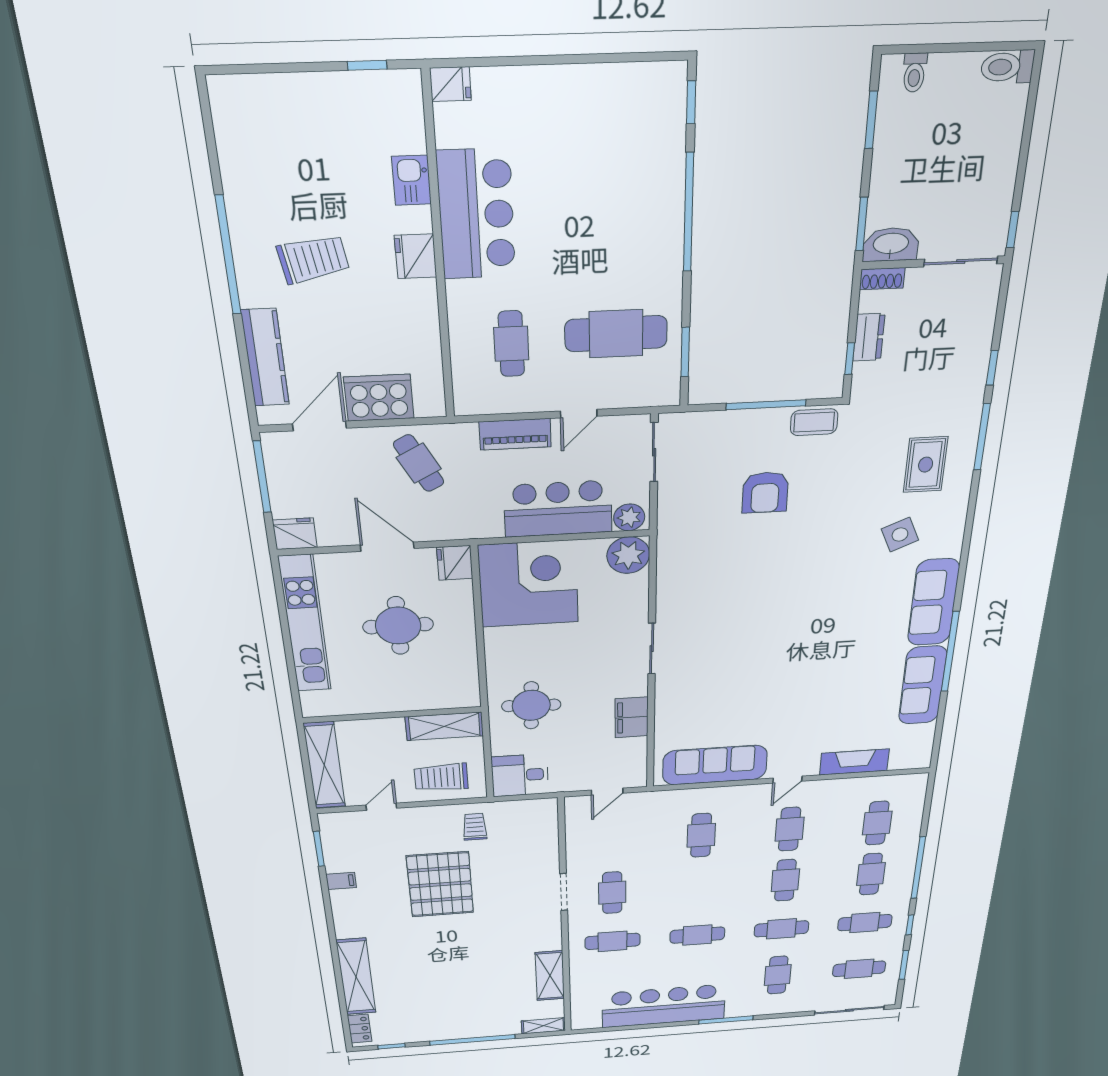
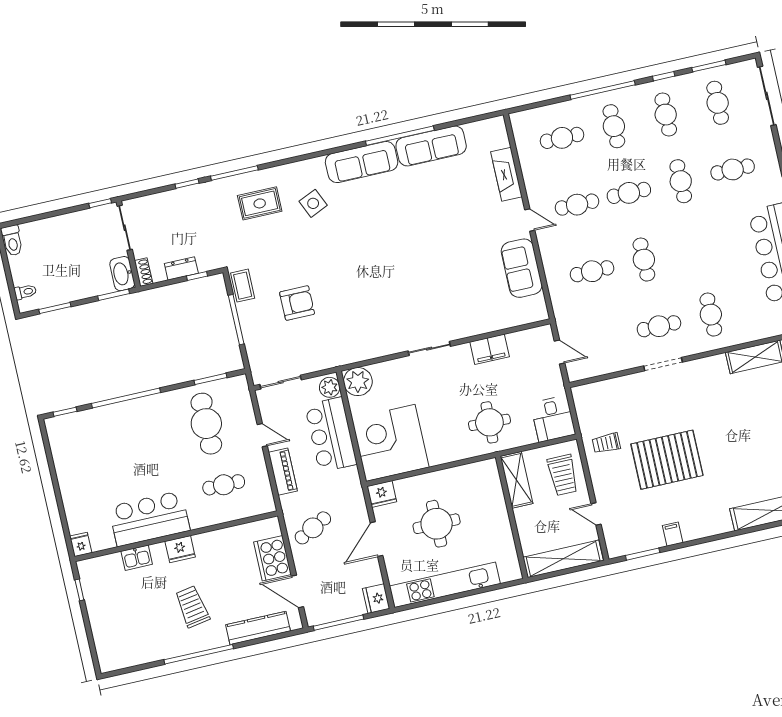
sofa: (715, 765) -> (522, 268), width x0.73
cafe table: (871, 874) -> (614, 126), turned 90
cafe table: (697, 935) -> (644, 260), moved

